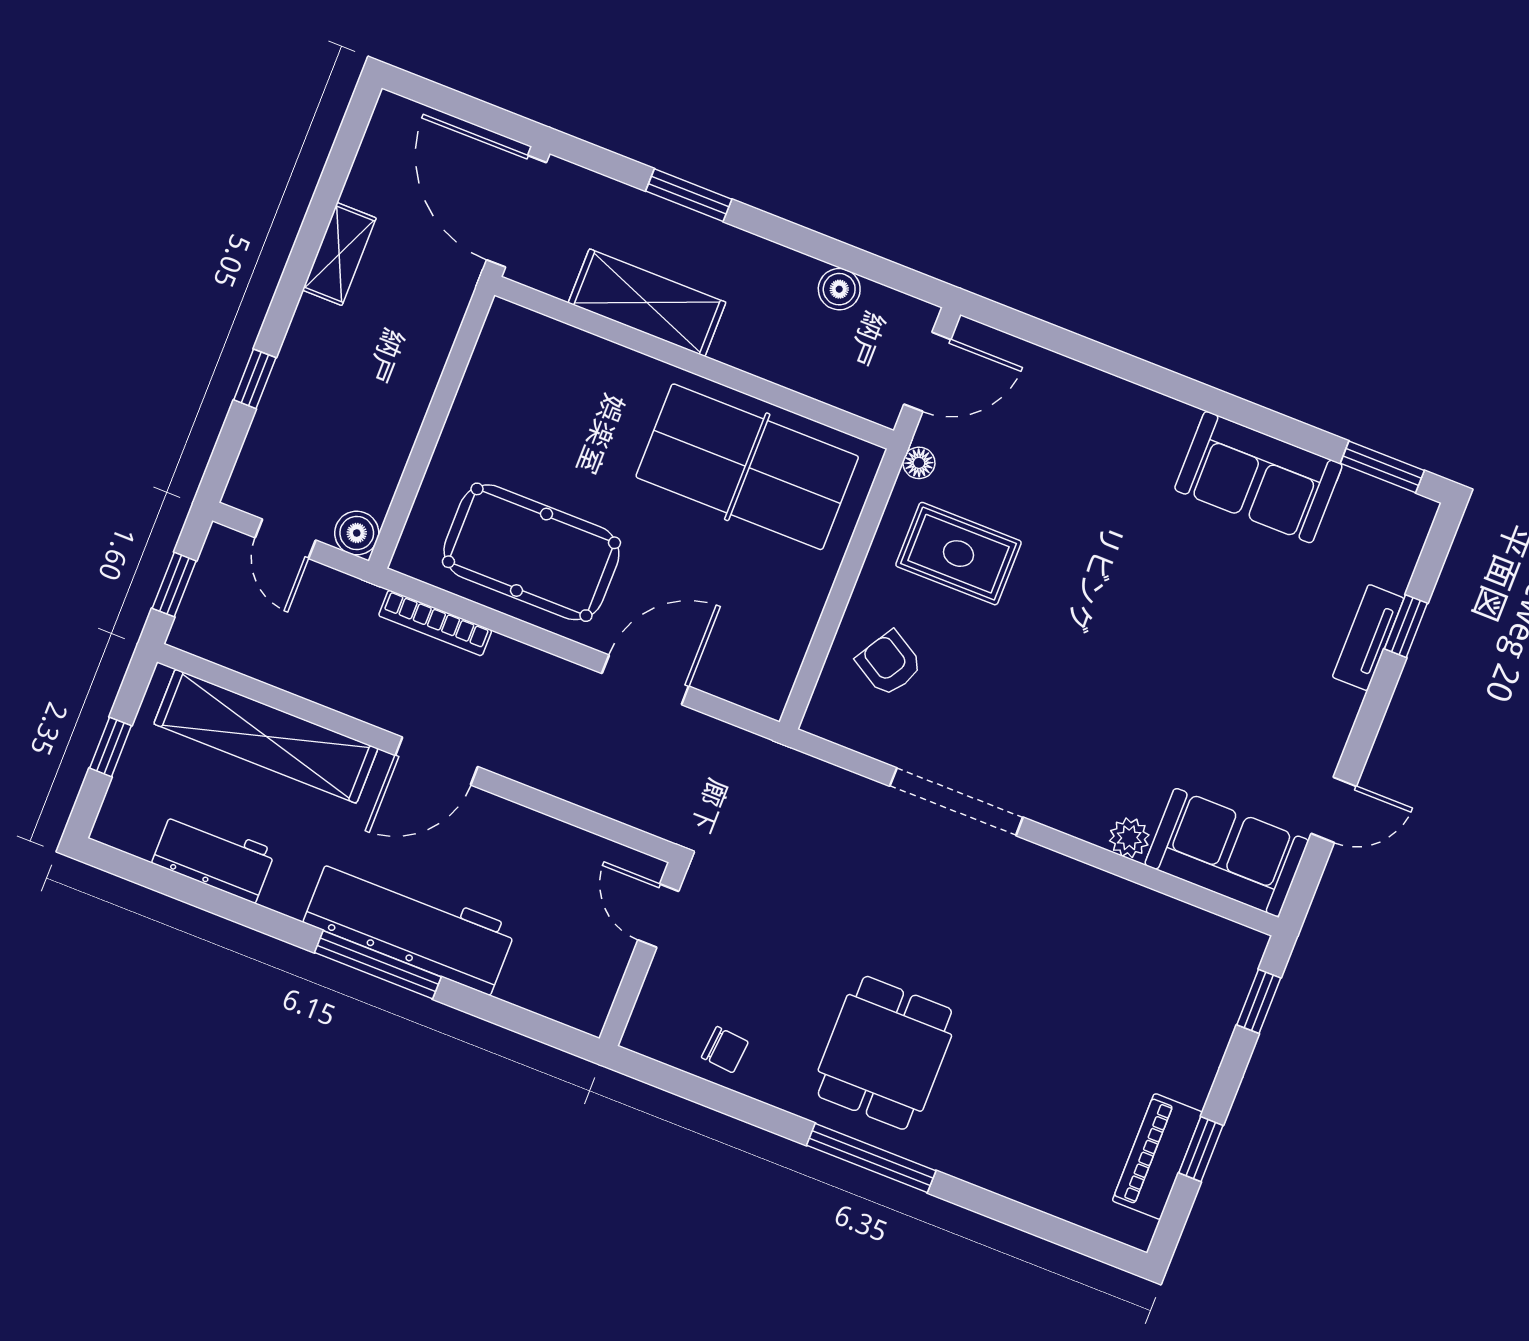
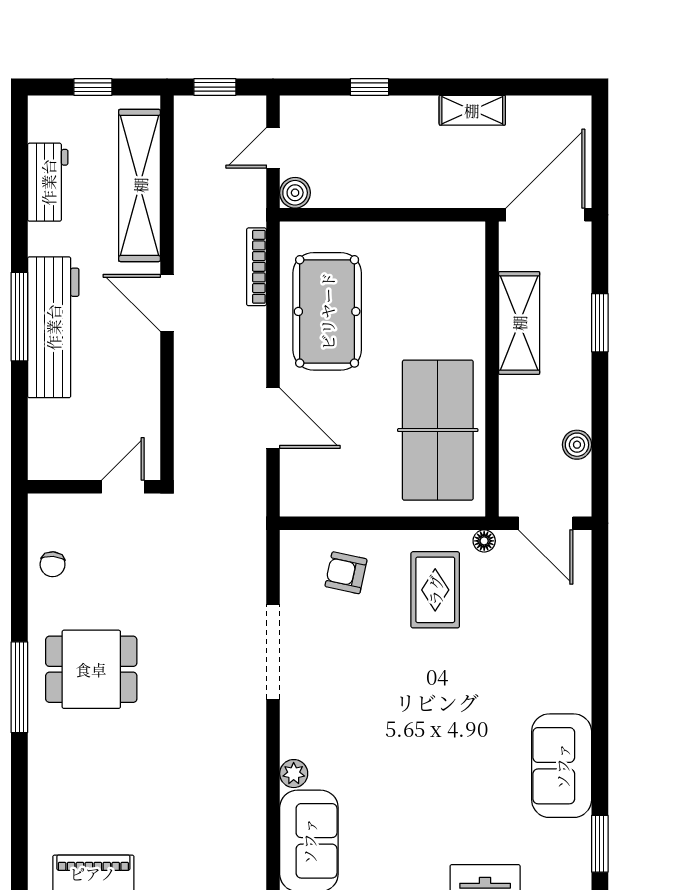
armchair: (889, 663) -> (346, 573), turned -109

